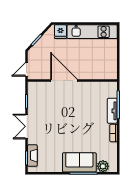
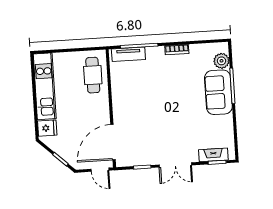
cafe table: (98, 69) -> (93, 75), added
door: (64, 81) -> (113, 142), moved
tv unit: (112, 111) -> (128, 54), moved

